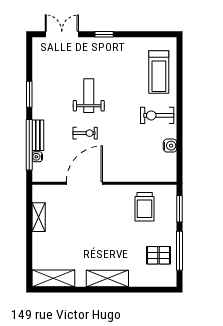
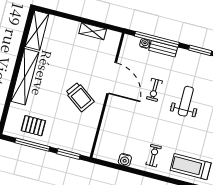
weight bench: (89, 96) -> (186, 101), turned -90
exercise bike: (157, 115) -> (154, 156), width x0.73, depth x0.72
trolley: (145, 207) -> (80, 97), moved, turned -144
pallet: (159, 255) -> (33, 126), turned 90
shelving: (107, 278) -> (25, 77), width x1.47

